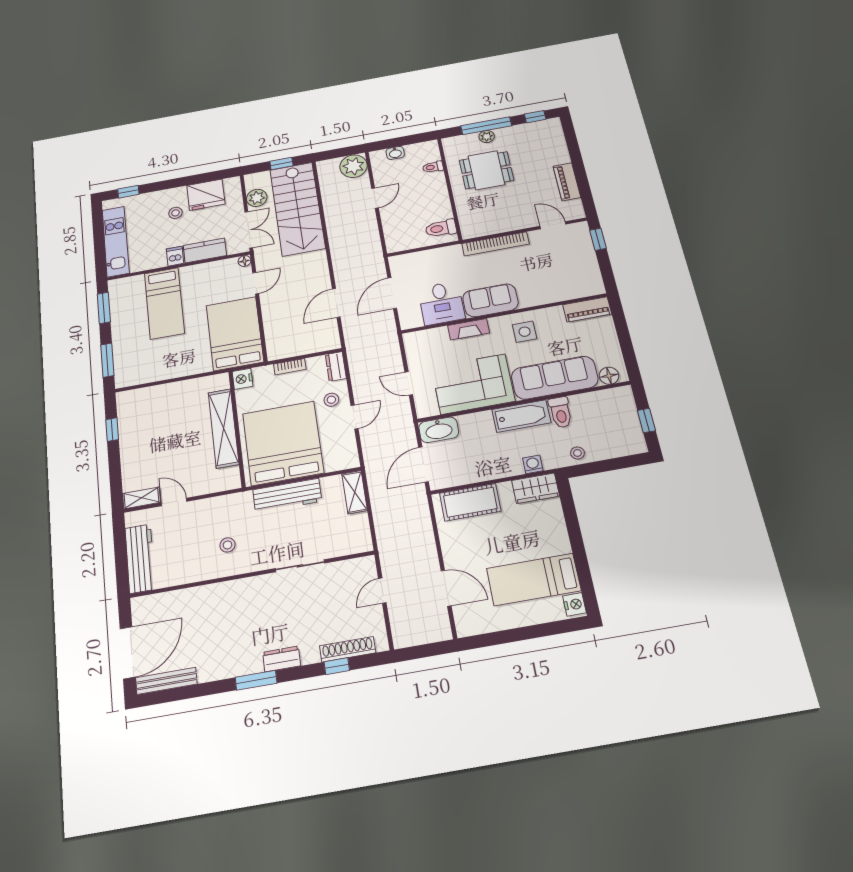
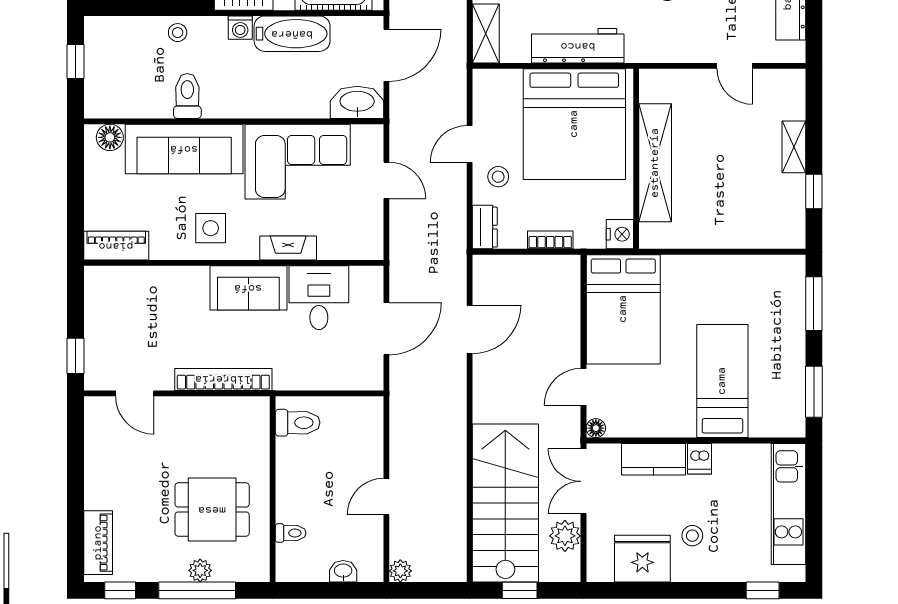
plant: (353, 166) -> (400, 571), width x0.53, depth x0.53
piano: (567, 182) -> (98, 543), moved
bathtub: (521, 416) -> (292, 34), moved, turned 180
shelving: (141, 498) -> (794, 147), moved, turned 90

